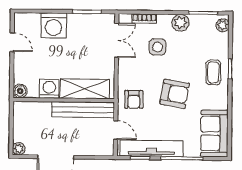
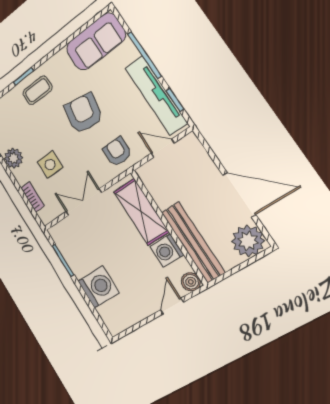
double door: (117, 40) -> (84, 202), moved
door: (12, 42) -> (172, 306), moved
armchair: (134, 99) -> (117, 152), turned -90
bench: (83, 110) -> (193, 242), moved
door: (116, 130) -> (163, 148), hinge flipped
plant: (19, 149) -> (248, 241), width x1.88, depth x1.88

